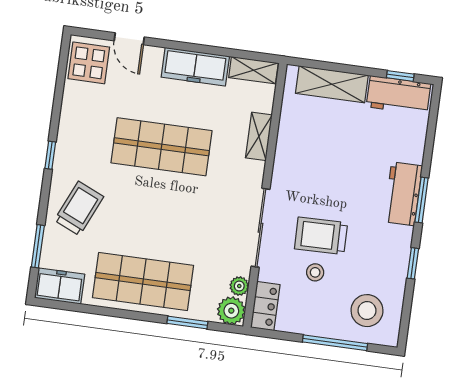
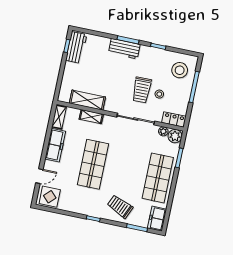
shelving: (332, 84) -> (87, 100), moved, turned 90

